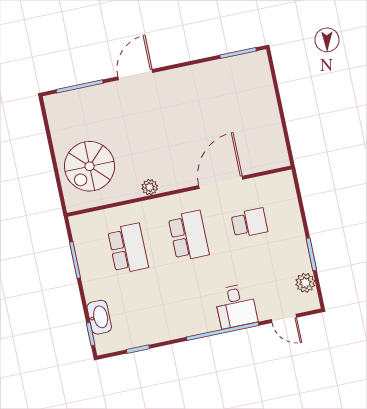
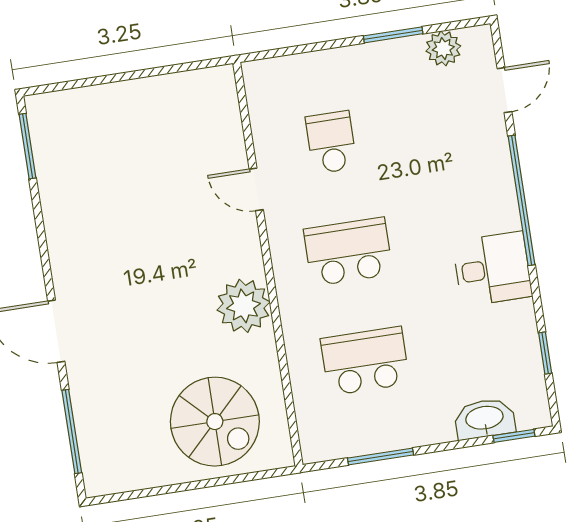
door: (221, 182) -> (256, 189), width x0.53
plant: (150, 187) -> (243, 306), width x1.88, depth x1.88
desk: (236, 306) -> (492, 269), moved

